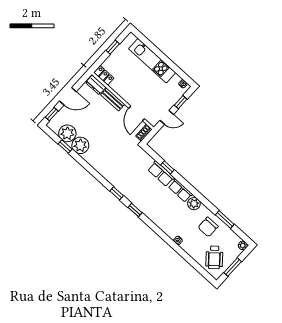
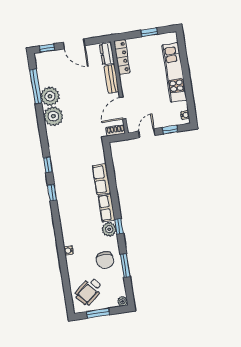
locker: (104, 75) -> (122, 57), width x1.53
door: (167, 117) -> (147, 133), swing flipped
plant: (67, 133) -> (53, 116), moved
window: (65, 146) -> (36, 86), width x2.17
window: (167, 167) -> (119, 226), moved
chair: (208, 227) -> (105, 260), turned -90

